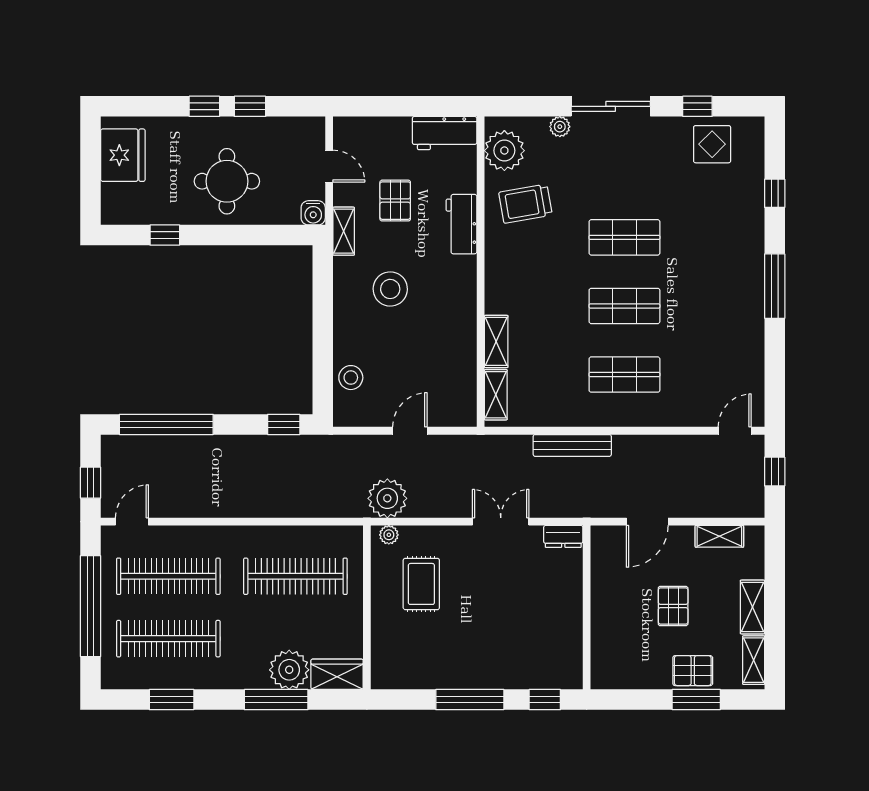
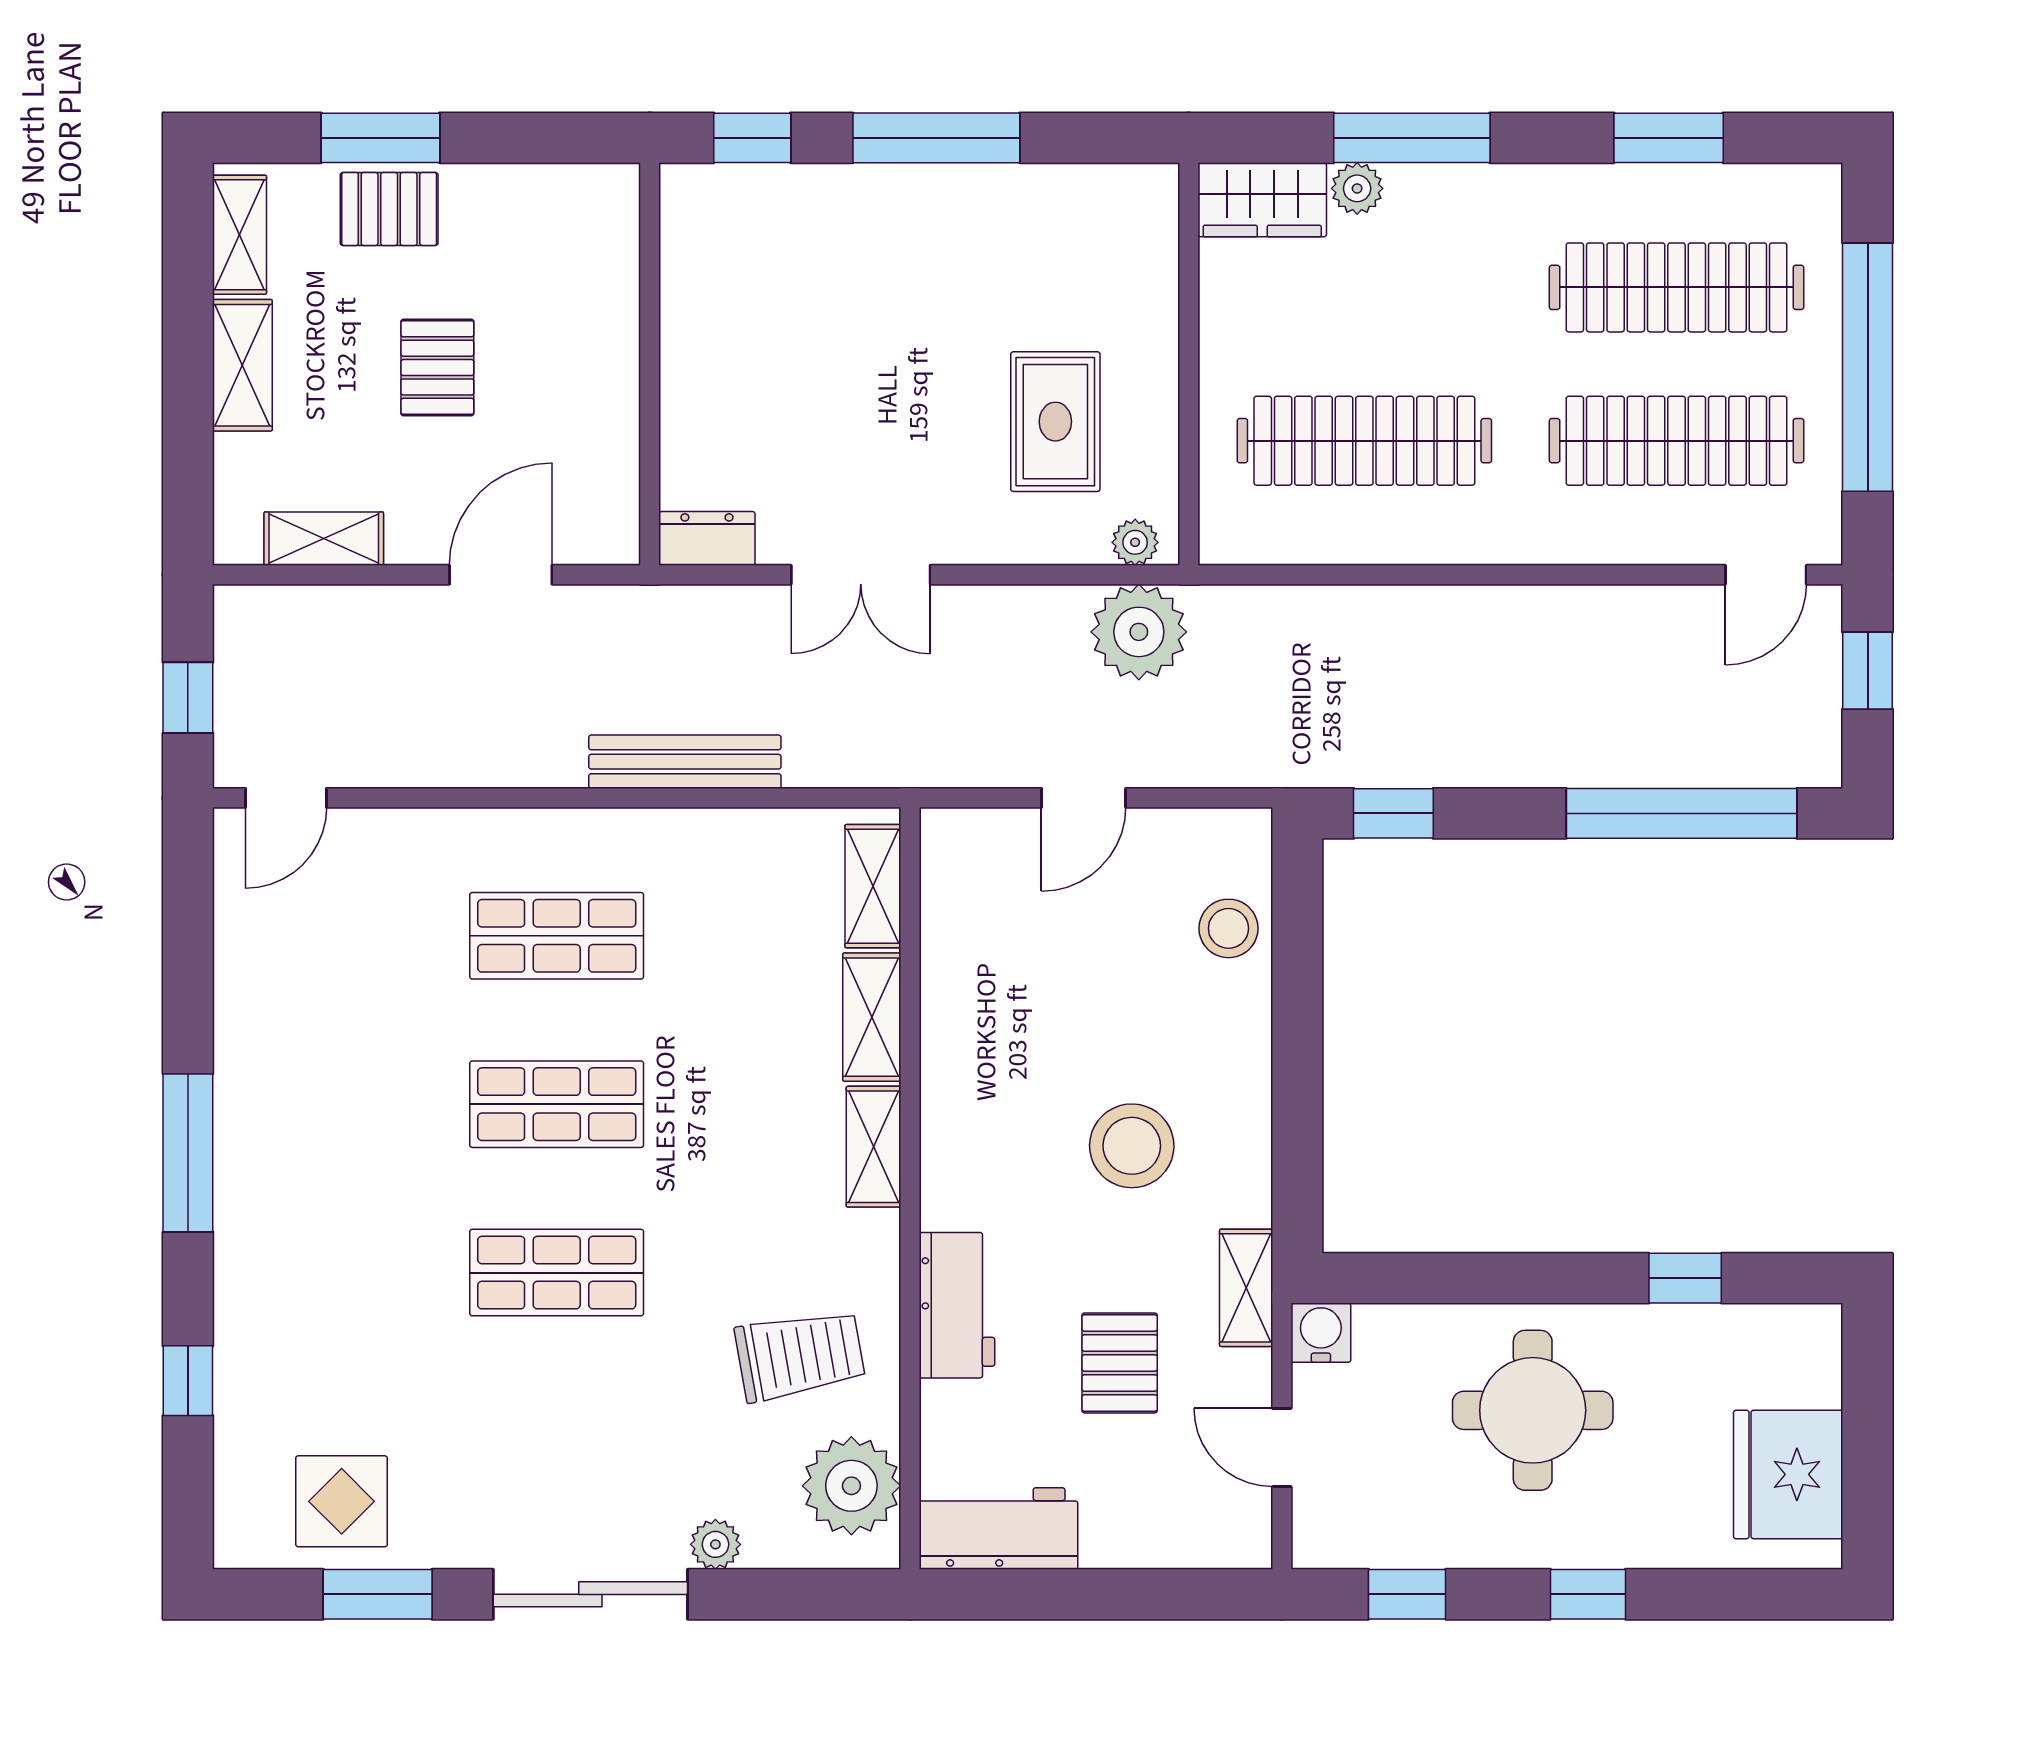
window: (250, 106) -> (1407, 1594), moved
window: (697, 106) -> (378, 1594), width x1.50
shelving: (495, 289) -> (873, 1147), added
plant: (289, 670) -> (1357, 188), width x0.53, depth x0.53

